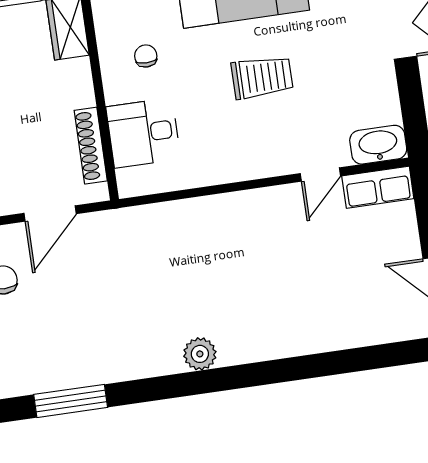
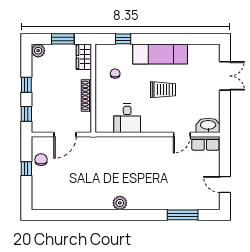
desk: (143, 133) -> (127, 118), moved, turned -90
shoe rack: (91, 146) -> (86, 95), moved
window: (71, 401) -> (183, 215), moved

